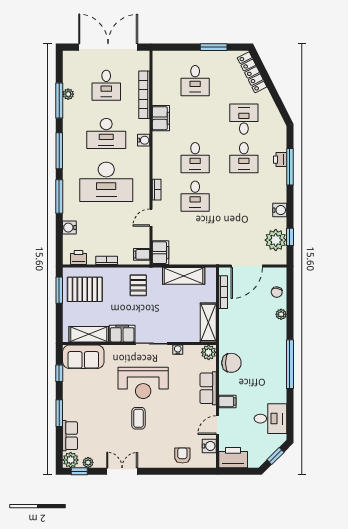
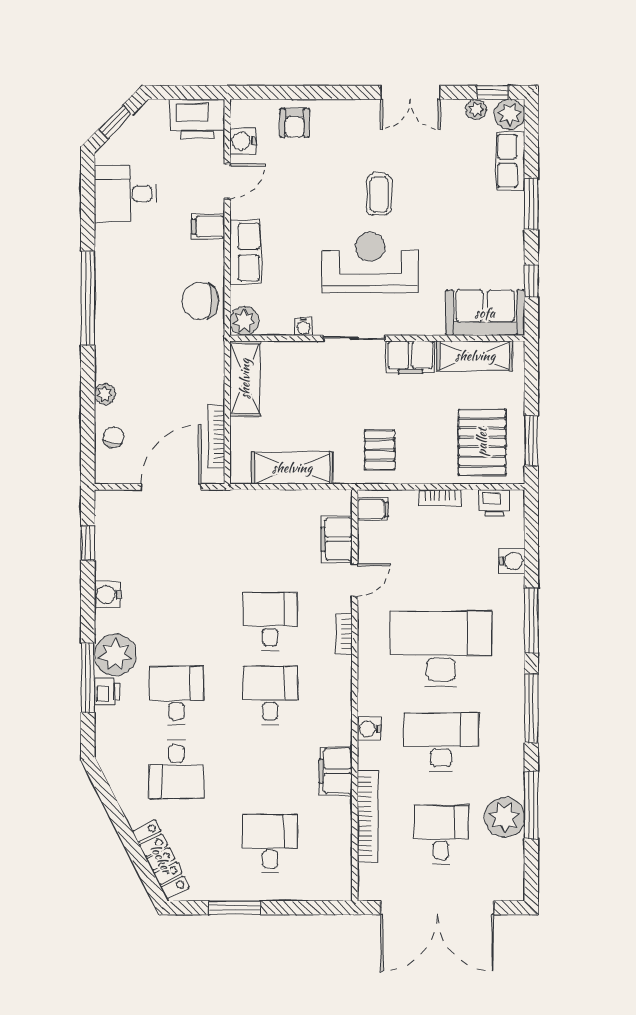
plant: (68, 94) -> (505, 817), width x1.88, depth x1.88
plant: (276, 240) -> (115, 655), moved
filing cabinet: (161, 253) -> (337, 539), moved
pallet: (85, 289) -> (482, 442), turned 90

